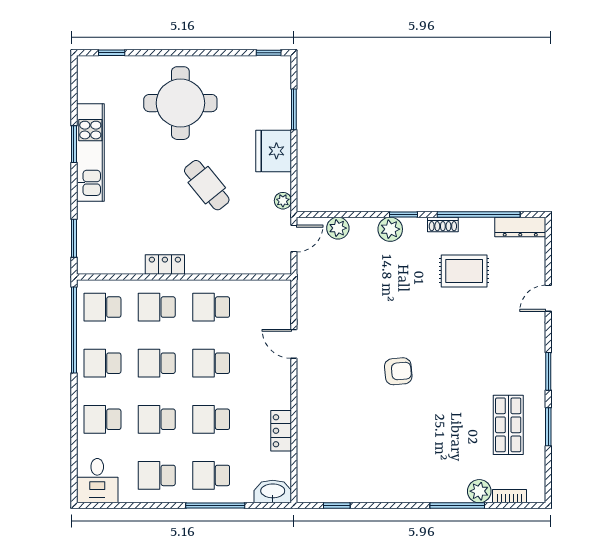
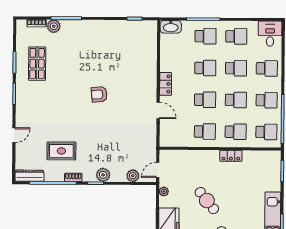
locker: (281, 431) -> (166, 84), moved

